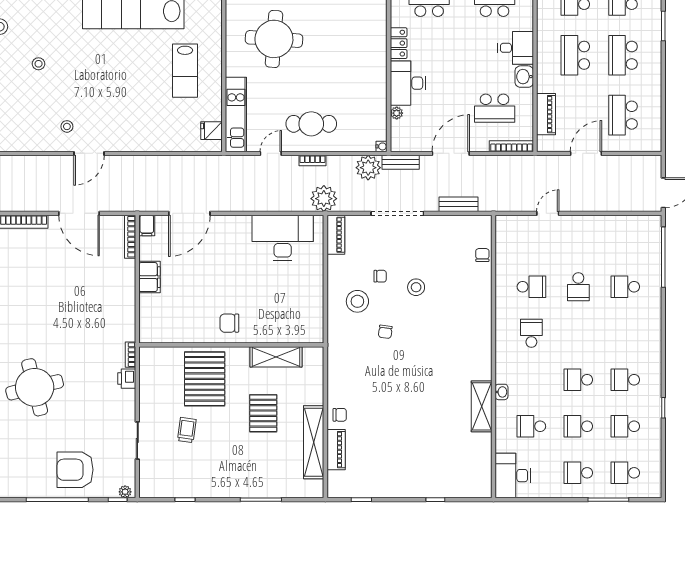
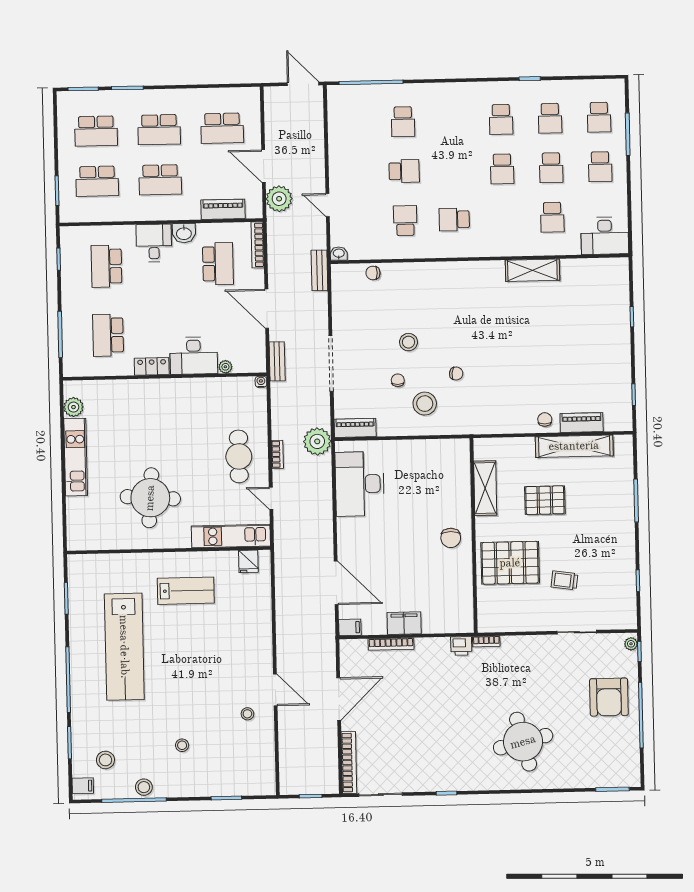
plant: (368, 168) -> (279, 199), moved
bench: (458, 204) -> (319, 270), moved
bookcase: (130, 237) -> (391, 644), moved
printer: (127, 379) -> (461, 646), moved
washbasin: (502, 392) -> (339, 254), moved

